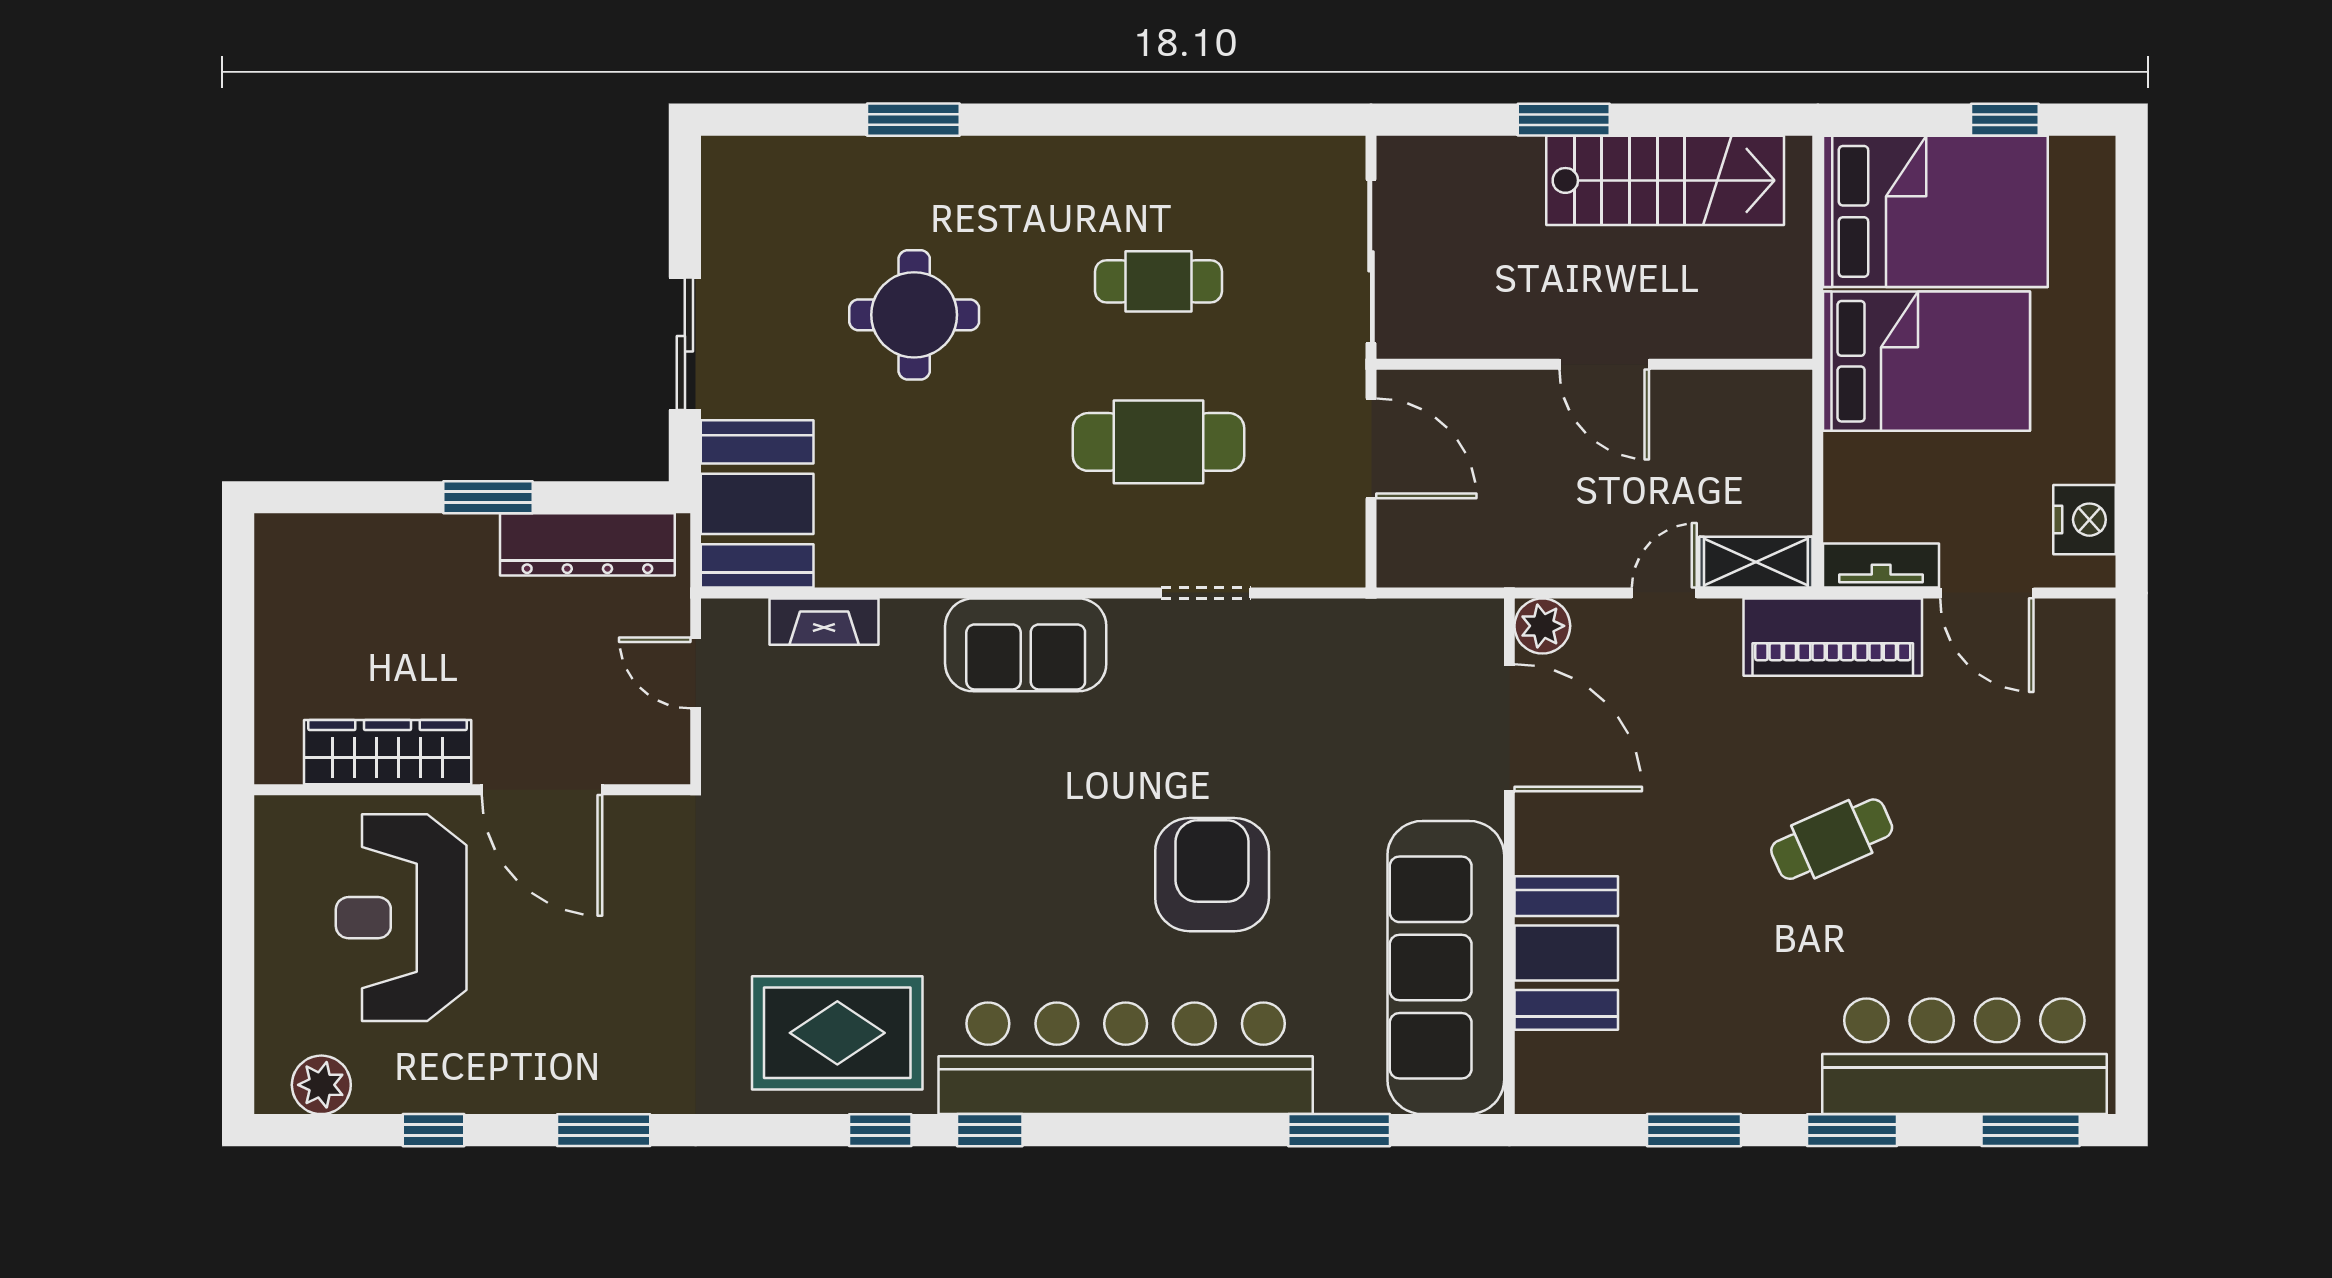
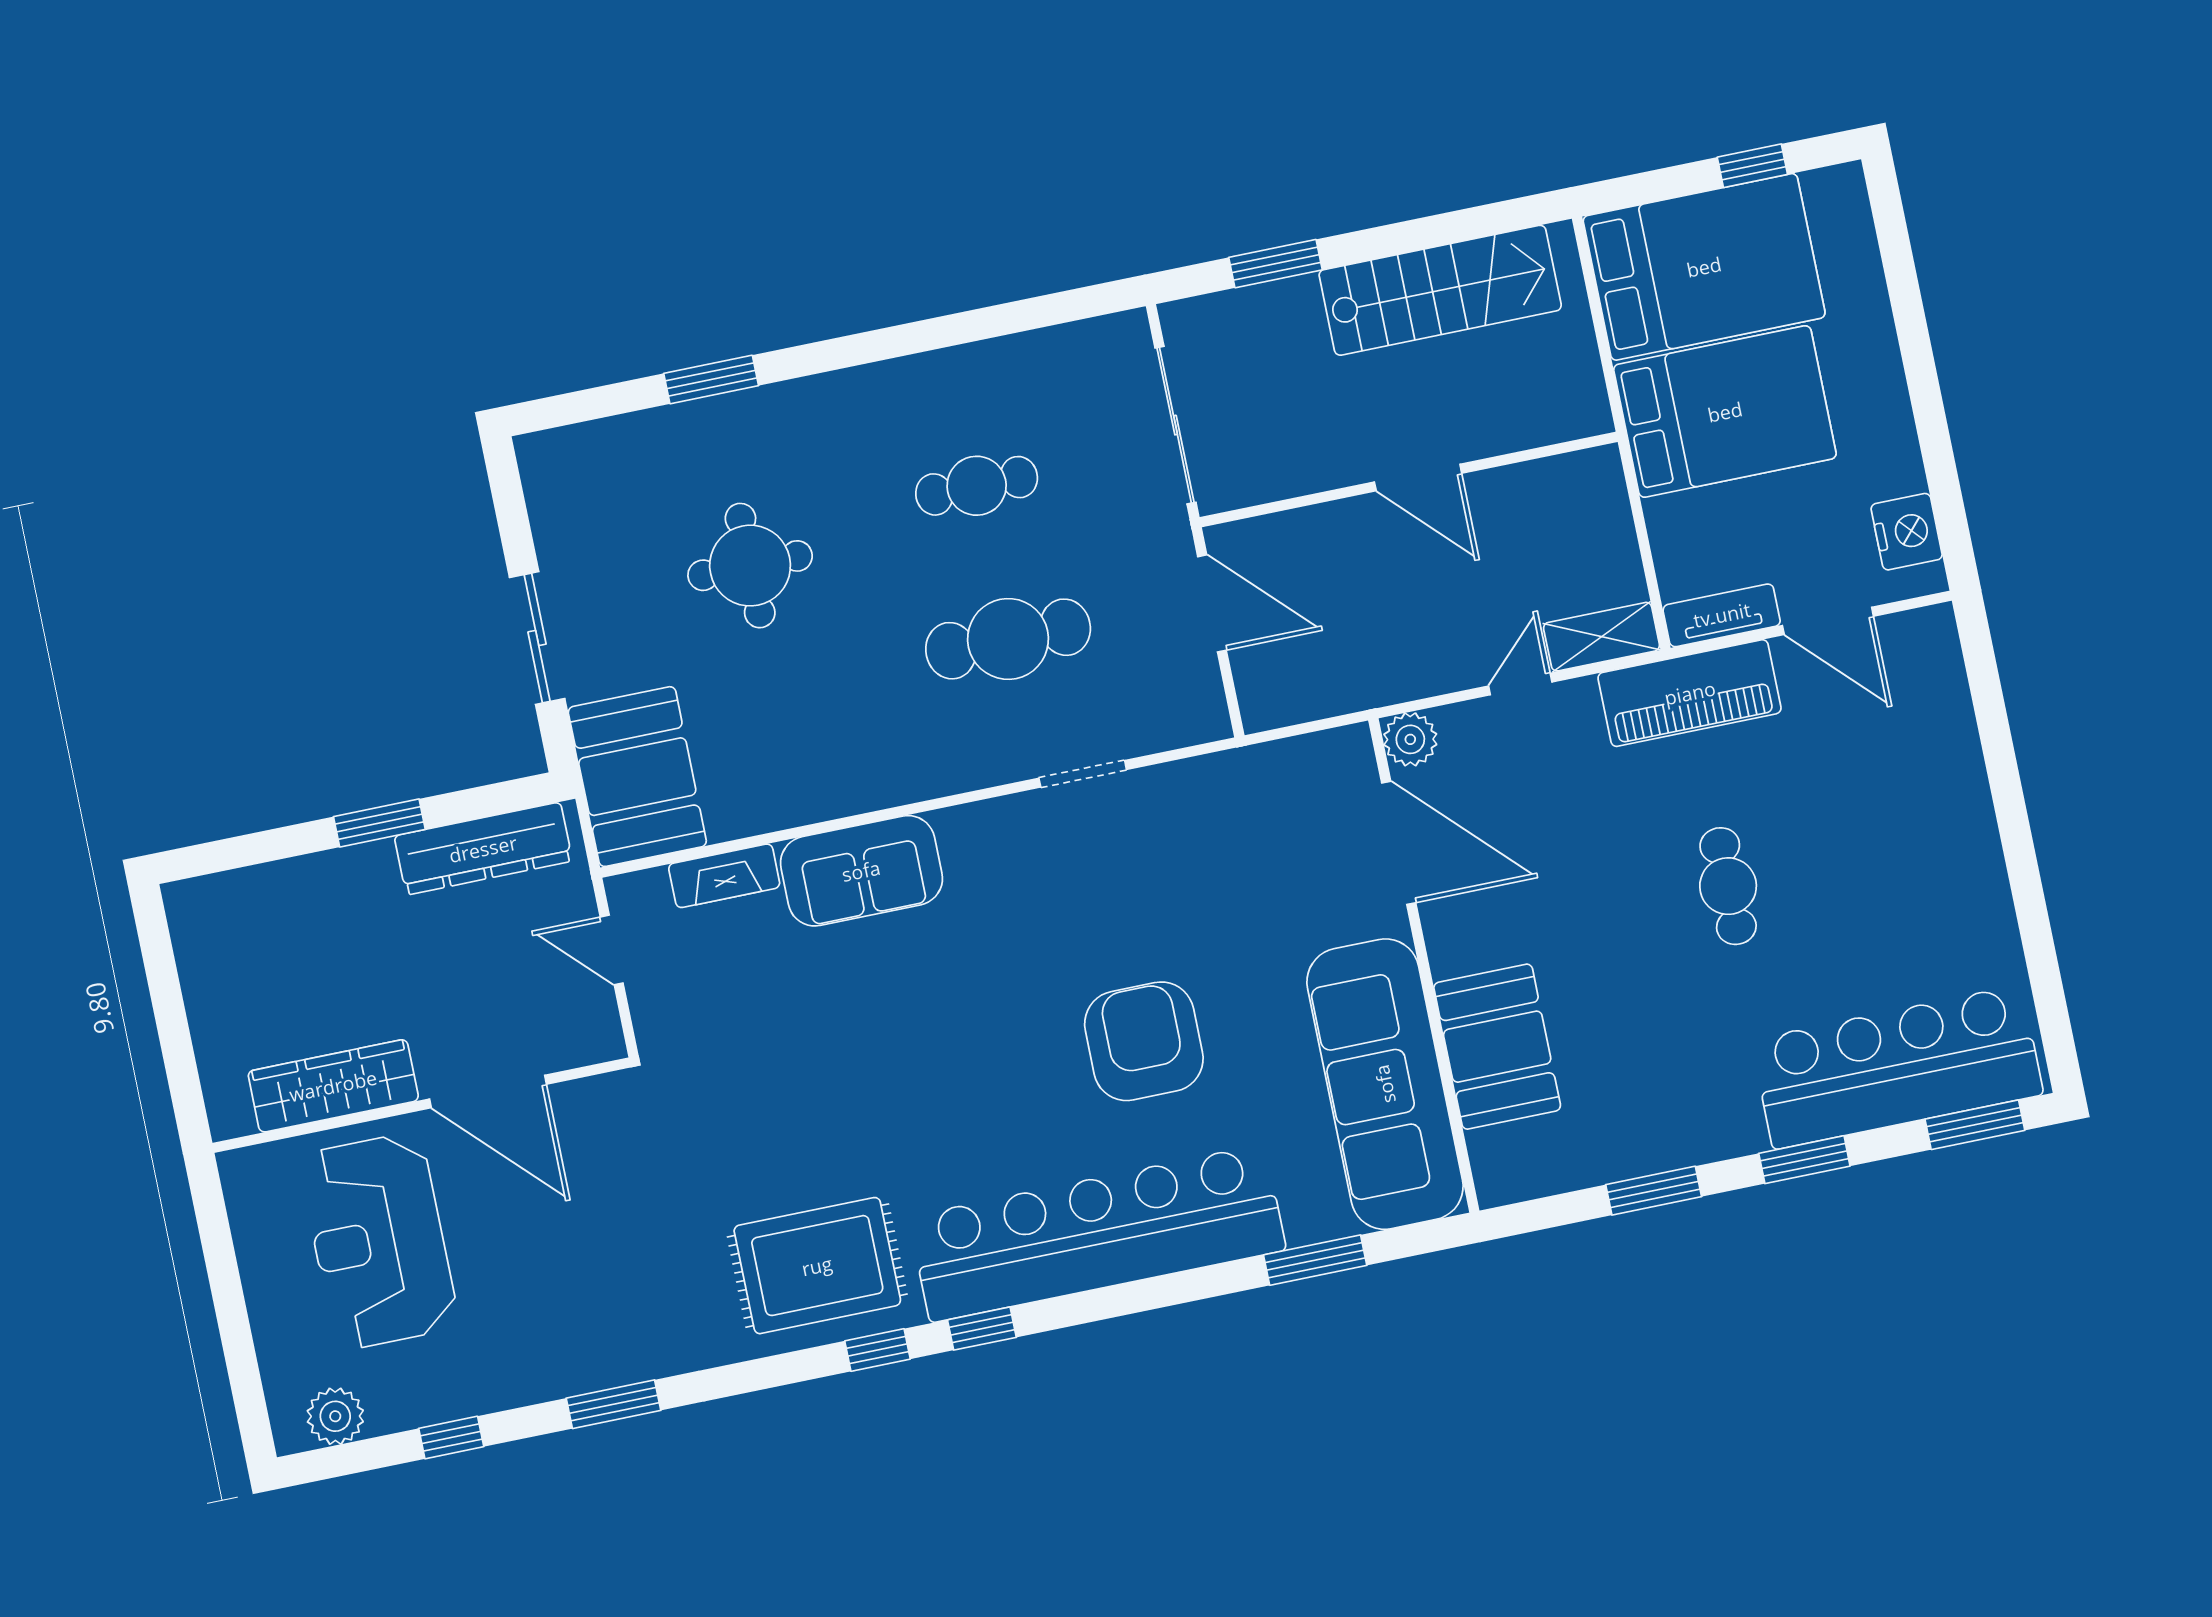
window: (1564, 120) -> (1276, 264), moved
sofa: (1026, 645) -> (861, 871), moved
cafe table: (1832, 839) -> (1728, 886), turned -66

